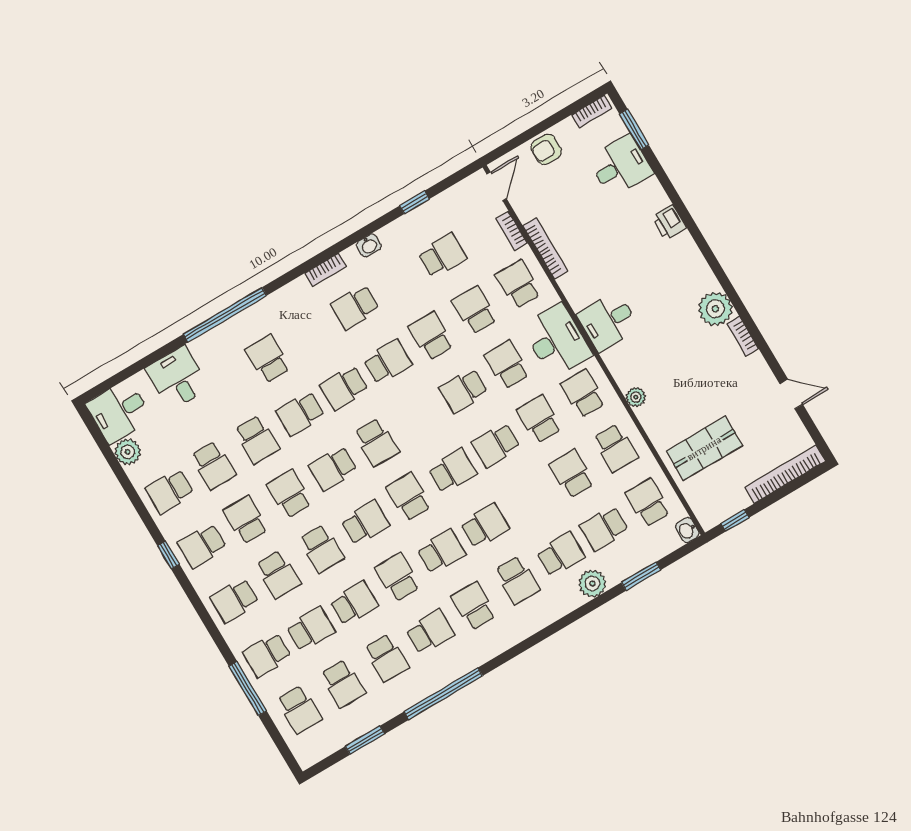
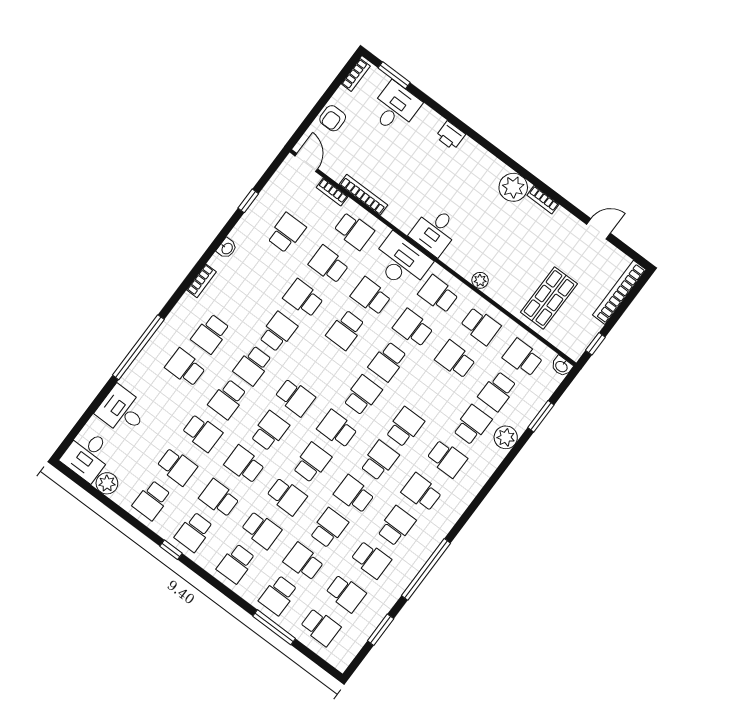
school desk: (518, 284) -> (354, 231), turned 180
school desk: (355, 307) -> (211, 334), moved
school desk: (333, 468) -> (270, 431), turned 180
school desk: (311, 629) -> (304, 562), turned -90

